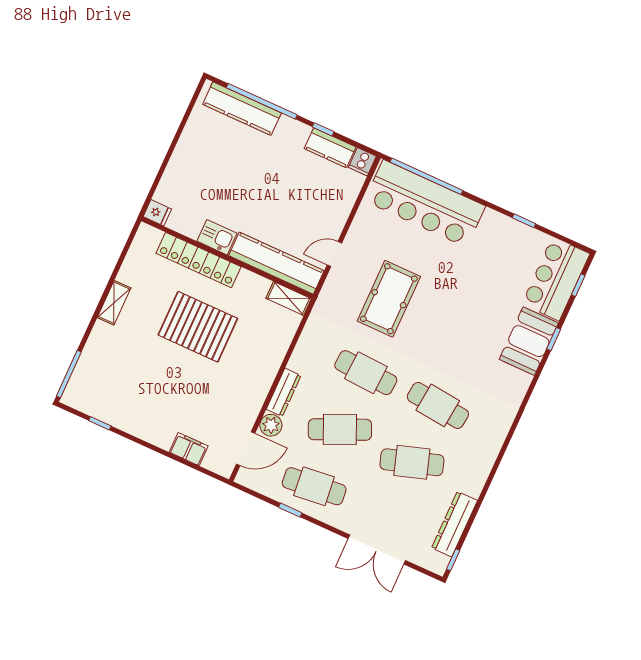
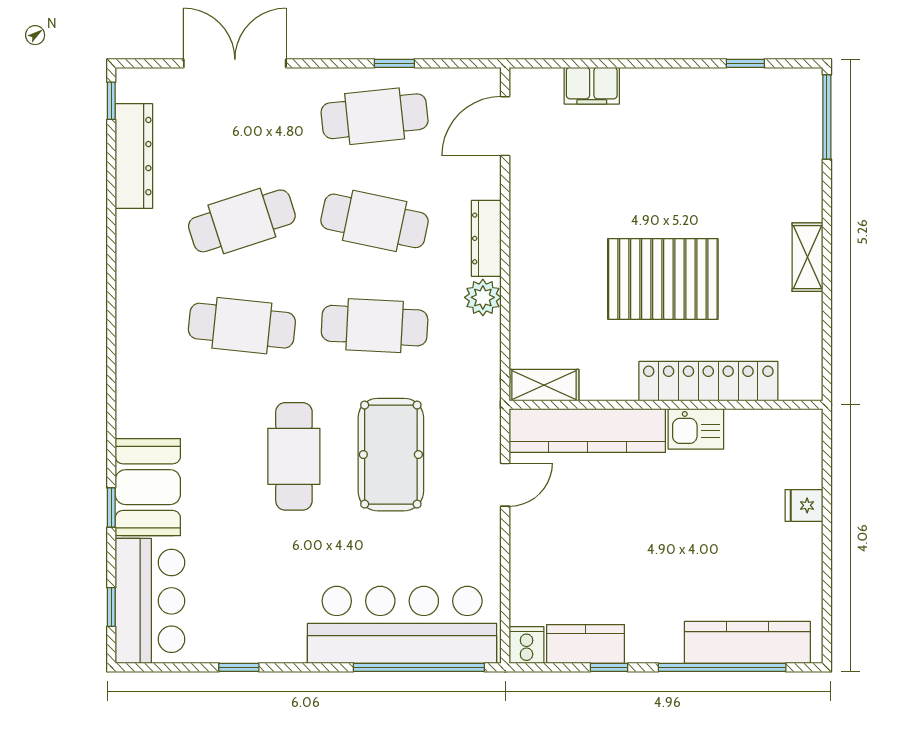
fridge: (157, 213) -> (804, 505), moved
cafe table: (442, 322) -> (294, 456), added
plant: (271, 425) -> (483, 297), moved
cafe table: (340, 429) -> (375, 221), turned 36

